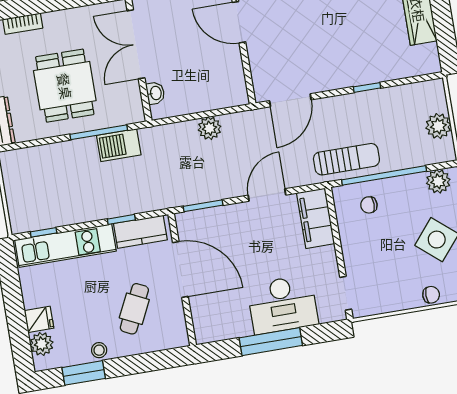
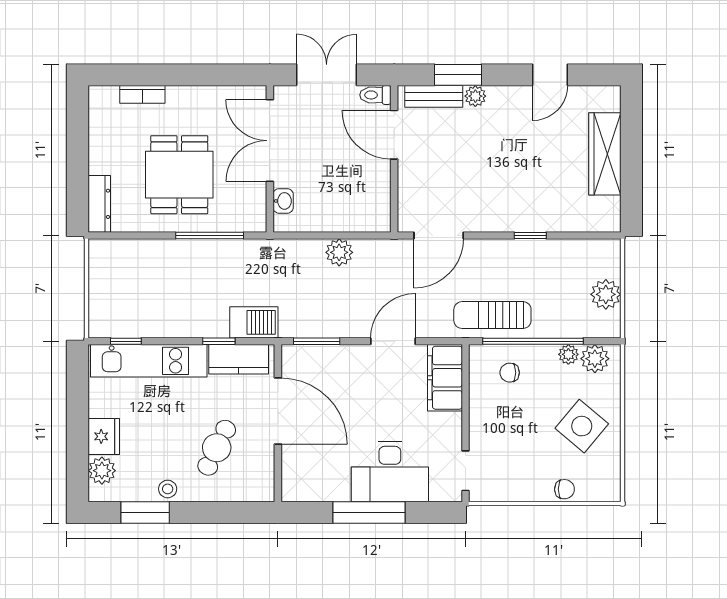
barbecue: (119, 145) -> (254, 322), moved, turned 180
sun lounger: (346, 159) -> (492, 315), turned 180
plant: (416, 182) -> (568, 354), added
fridge: (39, 319) -> (104, 436), width x1.38

